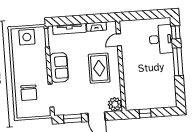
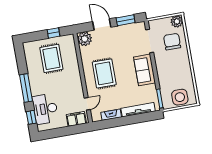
filing cabinet: (131, 26) -> (76, 119), added
rug: (150, 88) -> (51, 58), added
plant: (22, 112) -> (177, 21), added

